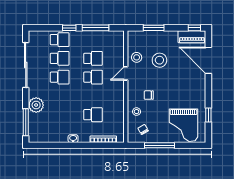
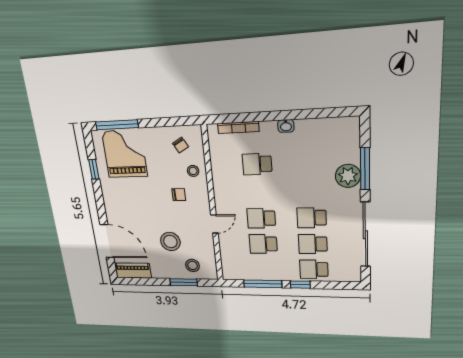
window: (194, 28) -> (132, 281), removed
stool: (137, 57) -> (192, 265), moved
window: (26, 122) -> (365, 169), moved
window: (159, 145) -> (117, 125), moved

